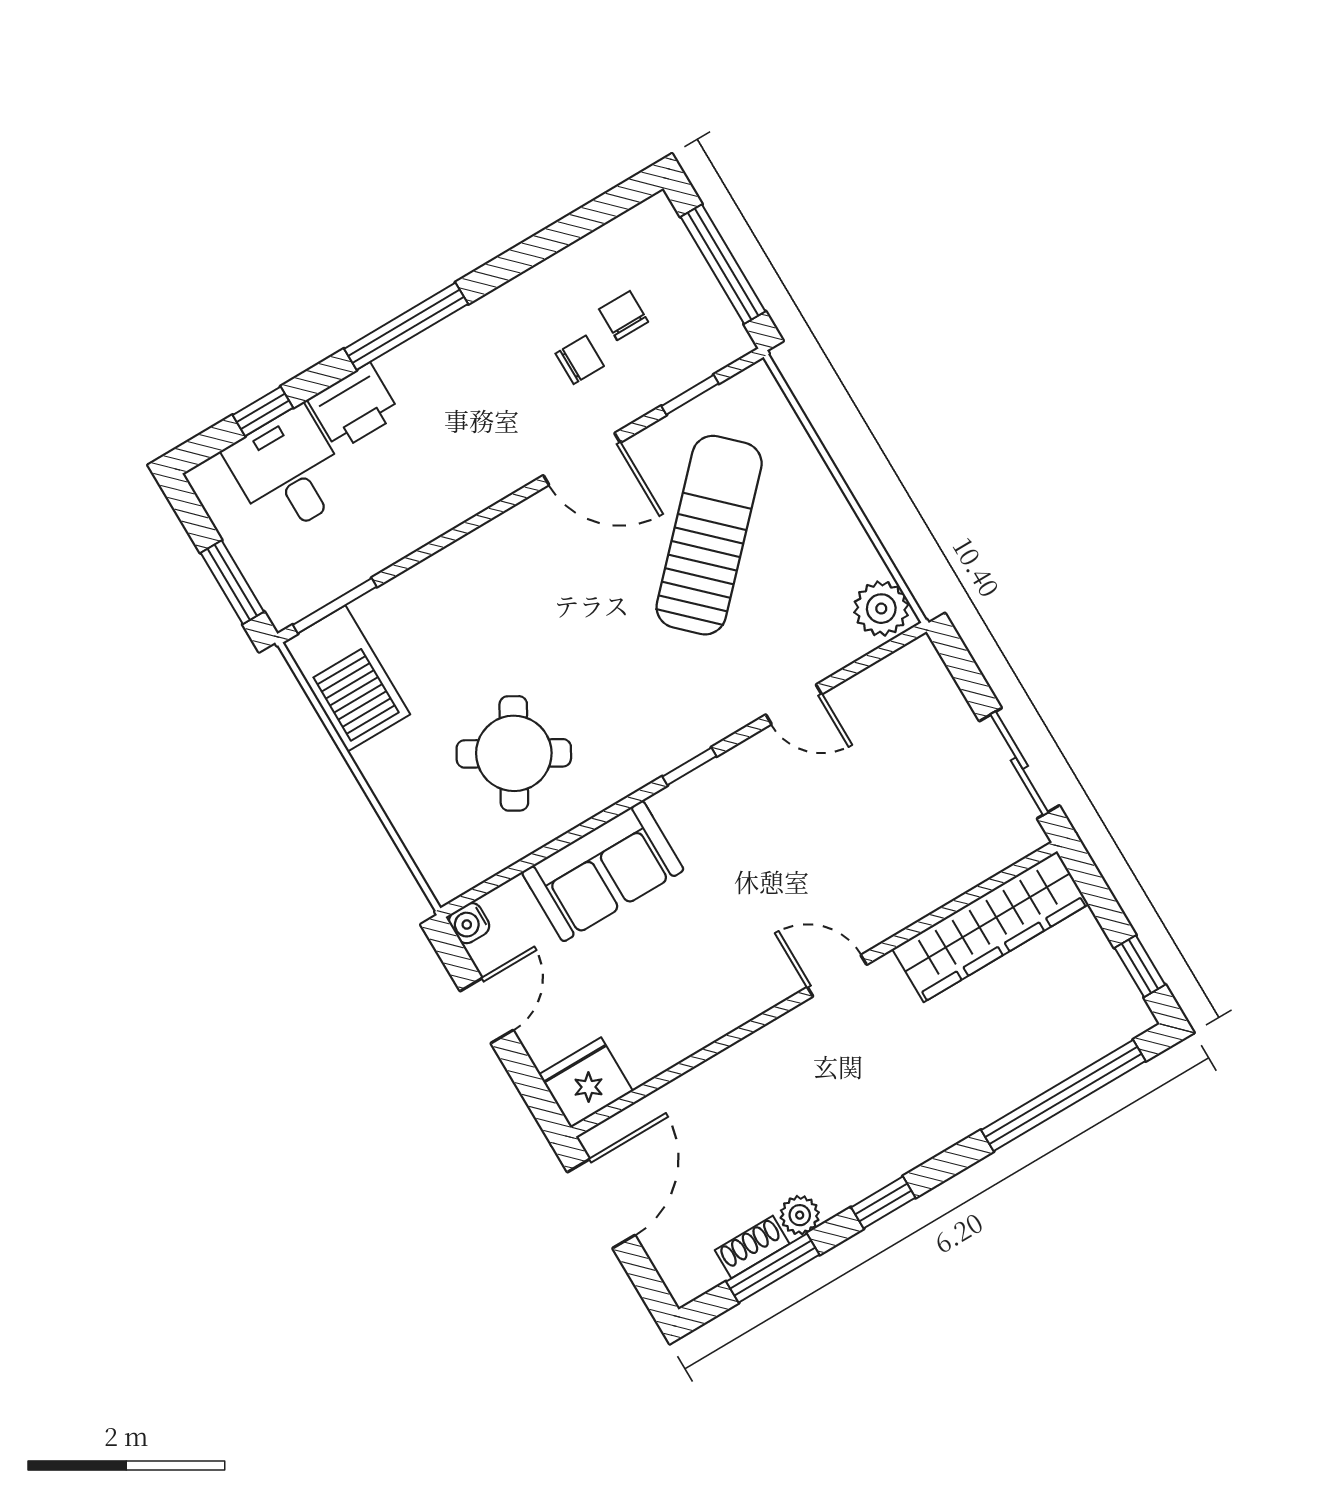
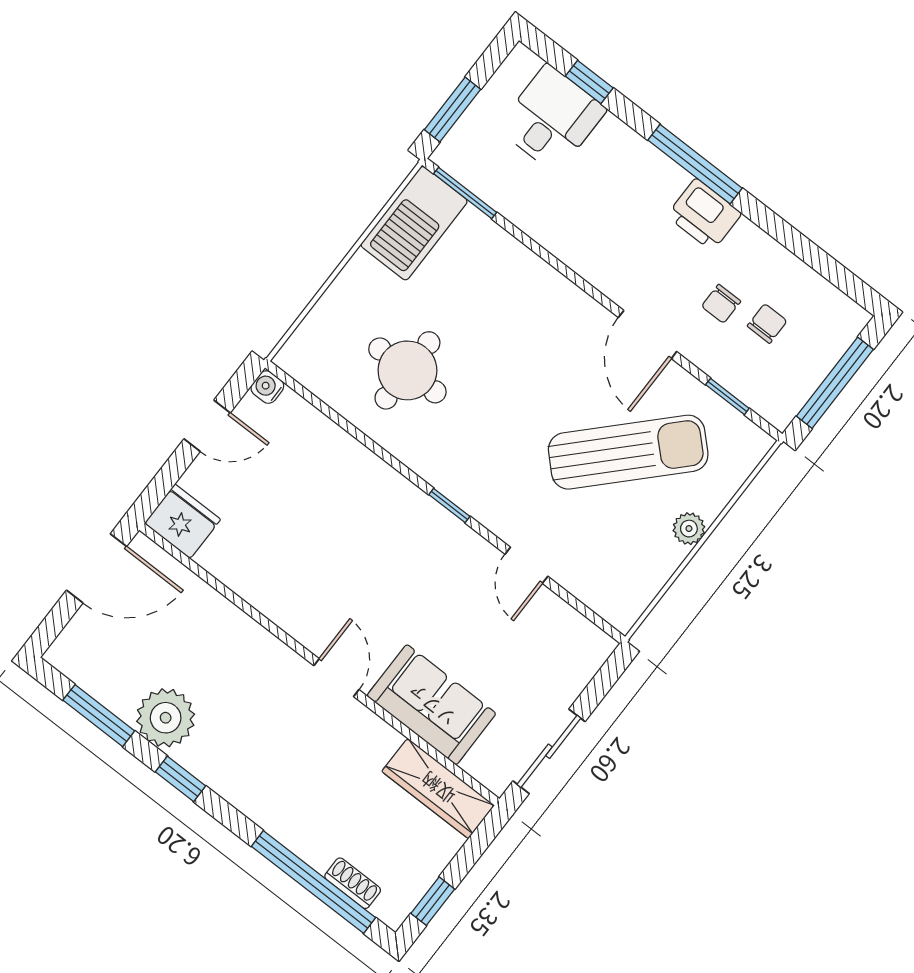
chair: (580, 360) -> (721, 304), turned 90
printer: (354, 407) -> (704, 215), moved
plant: (881, 609) -> (689, 529), moved, width x0.73, depth x0.73
round table: (514, 753) -> (407, 370), turned -30
sofa: (603, 871) -> (431, 705), moved, turned 180
wardrobe: (990, 927) -> (438, 788), width x0.71, depth x0.85
plant: (800, 1215) -> (166, 718), width x1.88, depth x1.88
shoe rack: (752, 1247) -> (353, 883), moved

